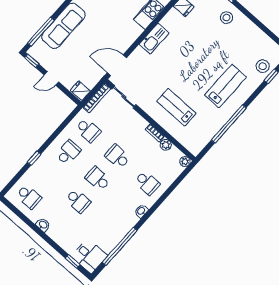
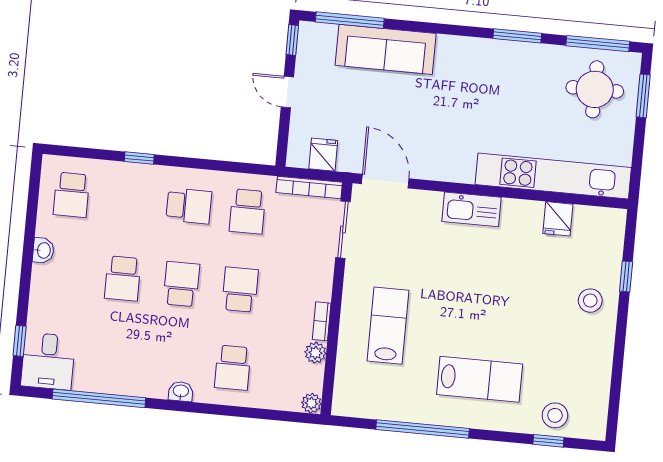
fridge: (80, 91) -> (323, 155), moved

